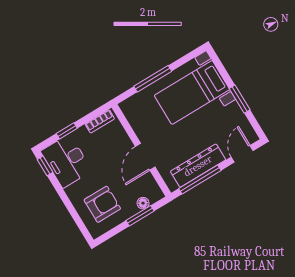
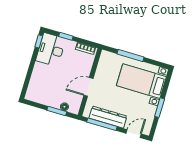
armchair: (102, 204) -> (46, 87), removed

